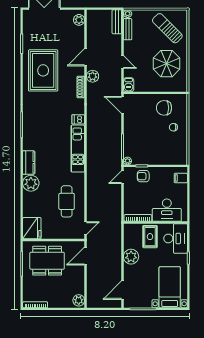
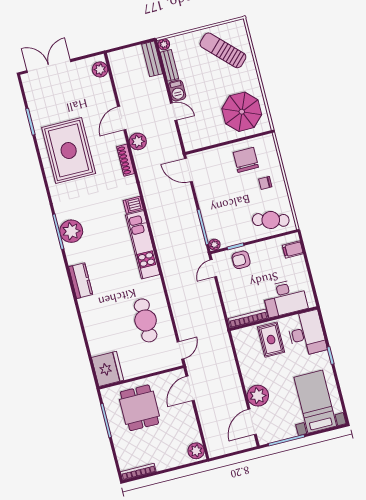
parasol: (167, 64) -> (242, 112), moved
barbecue: (129, 85) -> (177, 91), moved
chair: (164, 108) -> (246, 160), turned 90
cafe table: (171, 154) -> (271, 220), added
plant: (31, 183) -> (71, 231), moved
plant: (131, 257) -> (258, 396), moved
dining table: (47, 261) -> (139, 408), width x0.73

